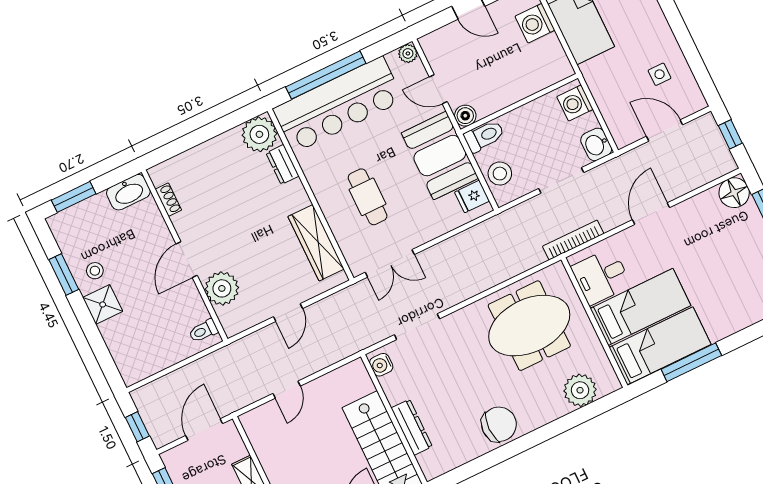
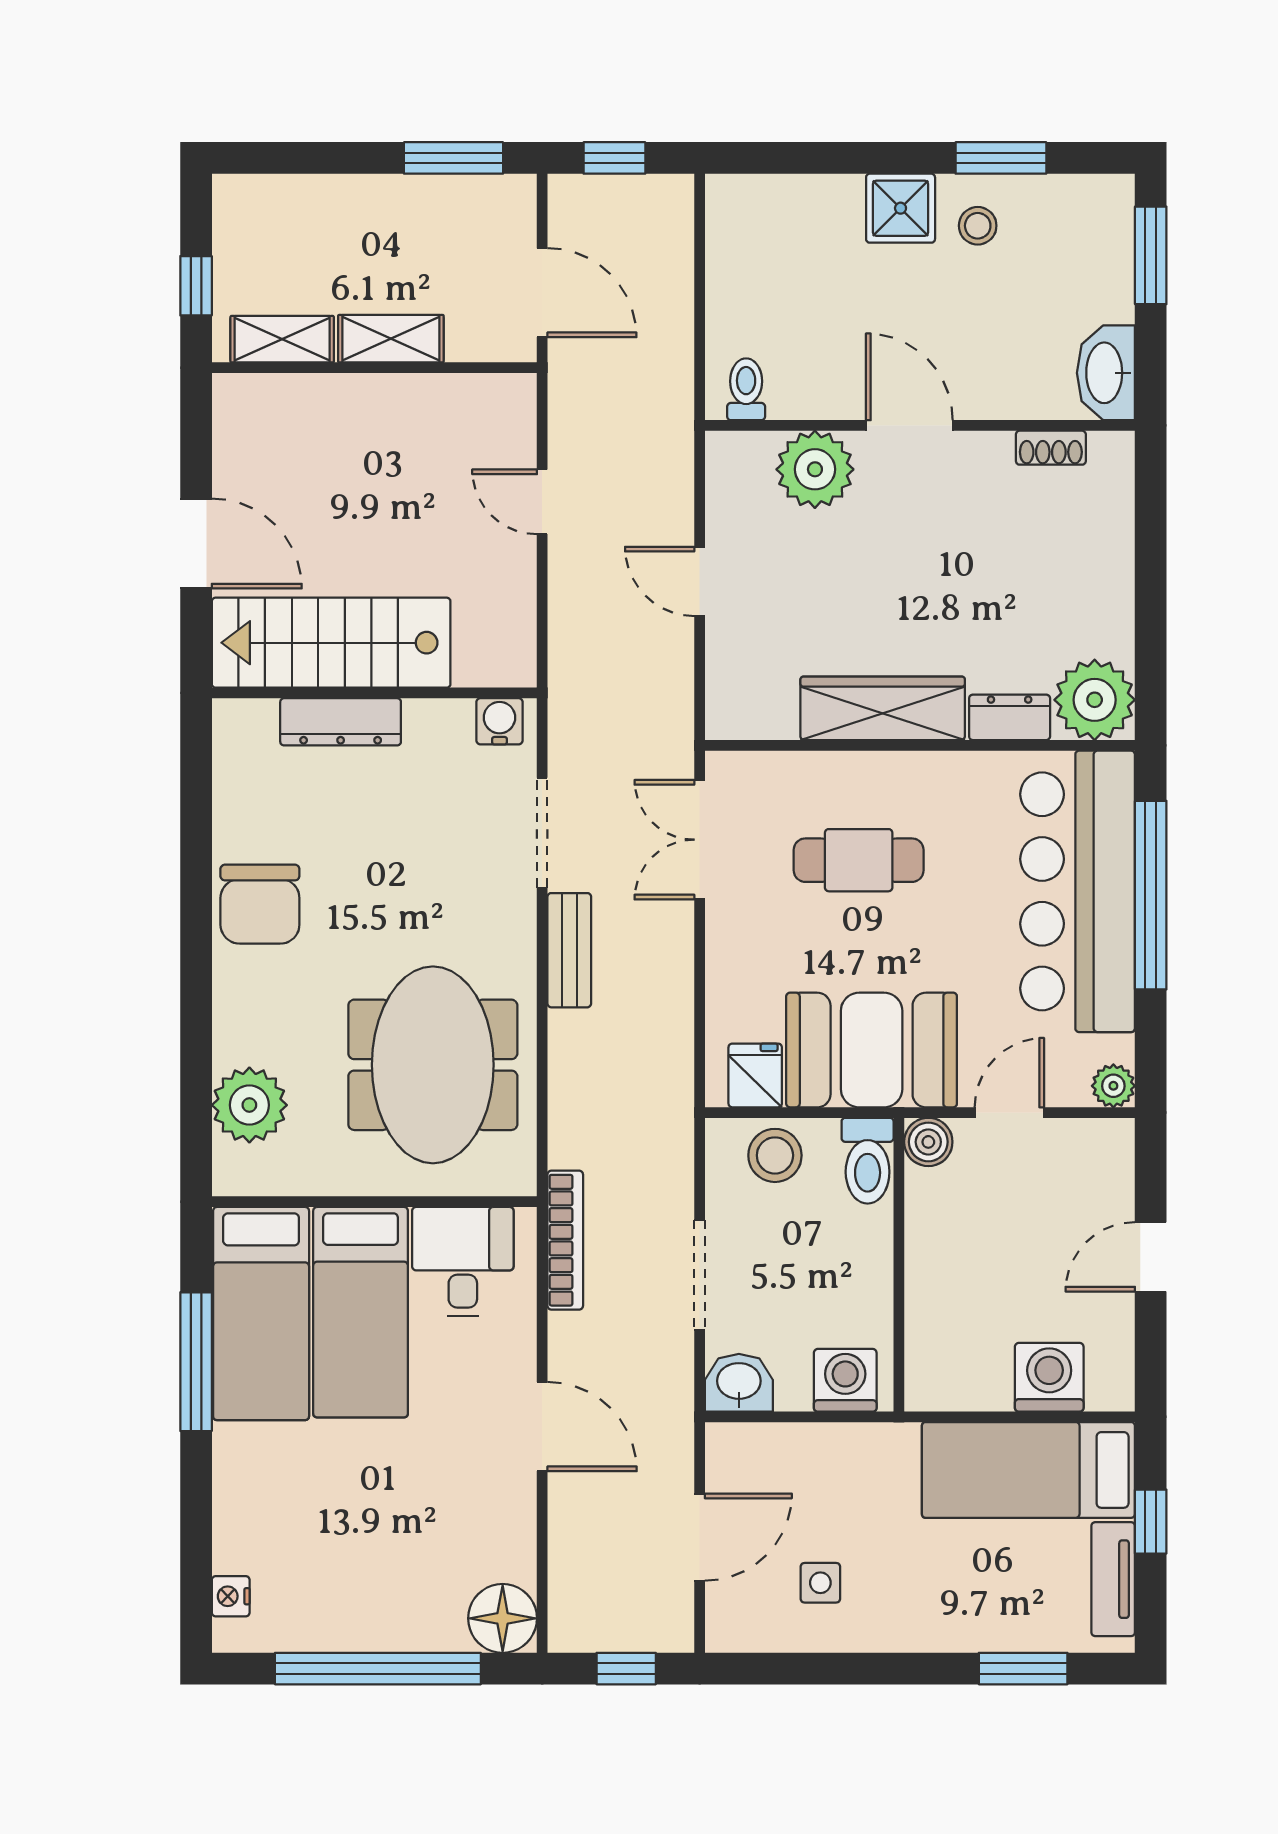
wardrobe: (316, 243) -> (883, 708), moved
bench: (458, 294) -> (569, 950), added

